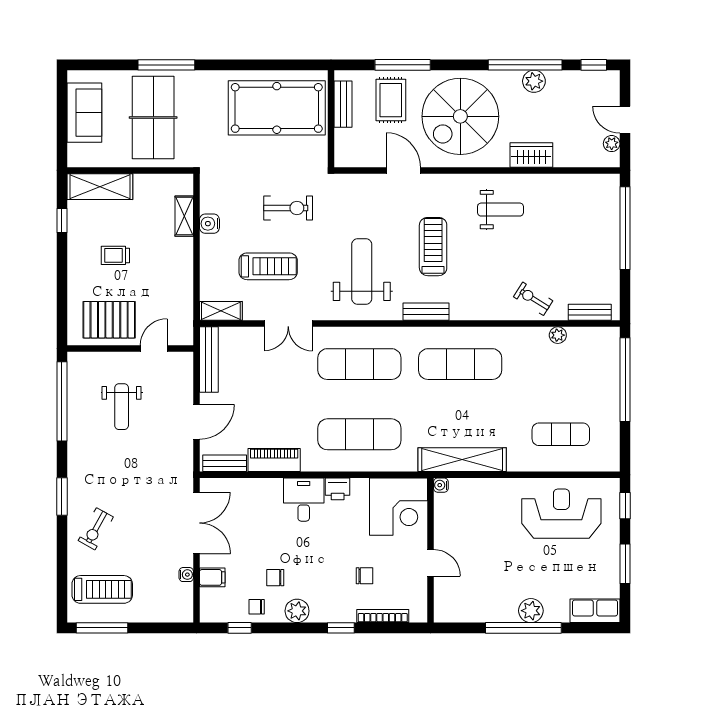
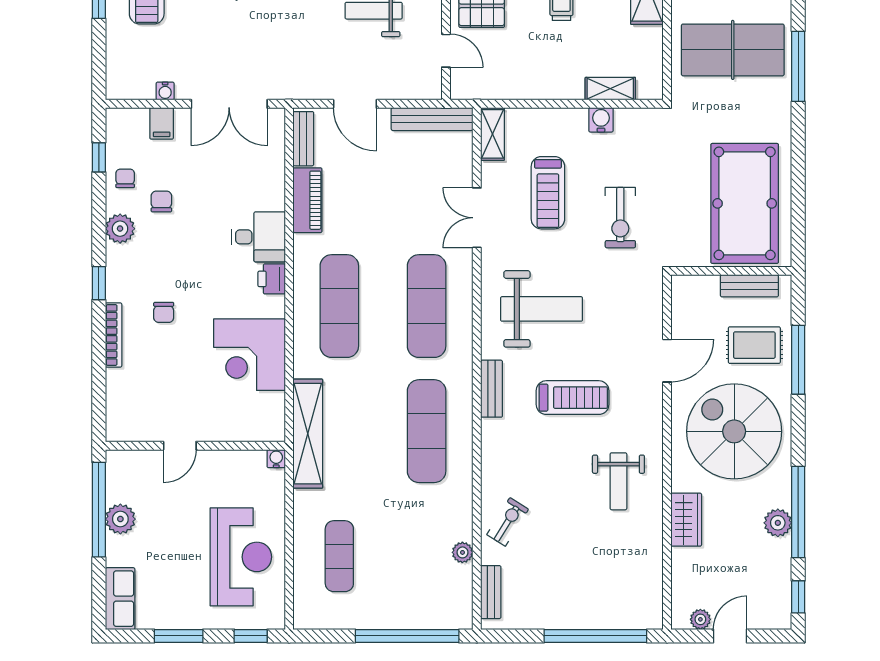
water cooler: (441, 485) -> (276, 459), moved
wall: (430, 550) -> (195, 446), moved
door: (430, 563) -> (180, 446), moved

